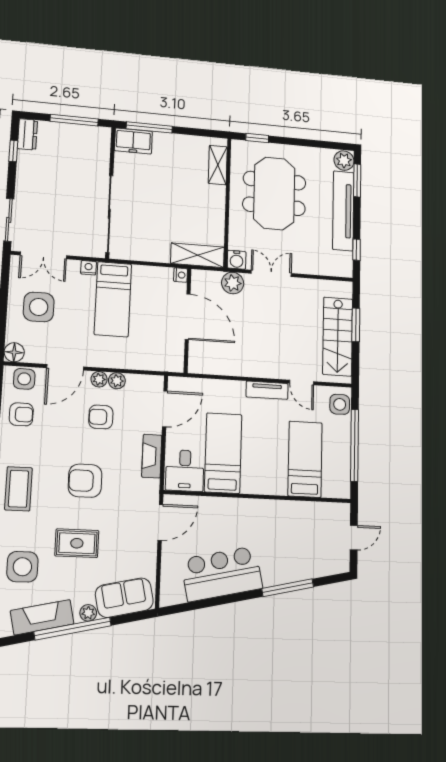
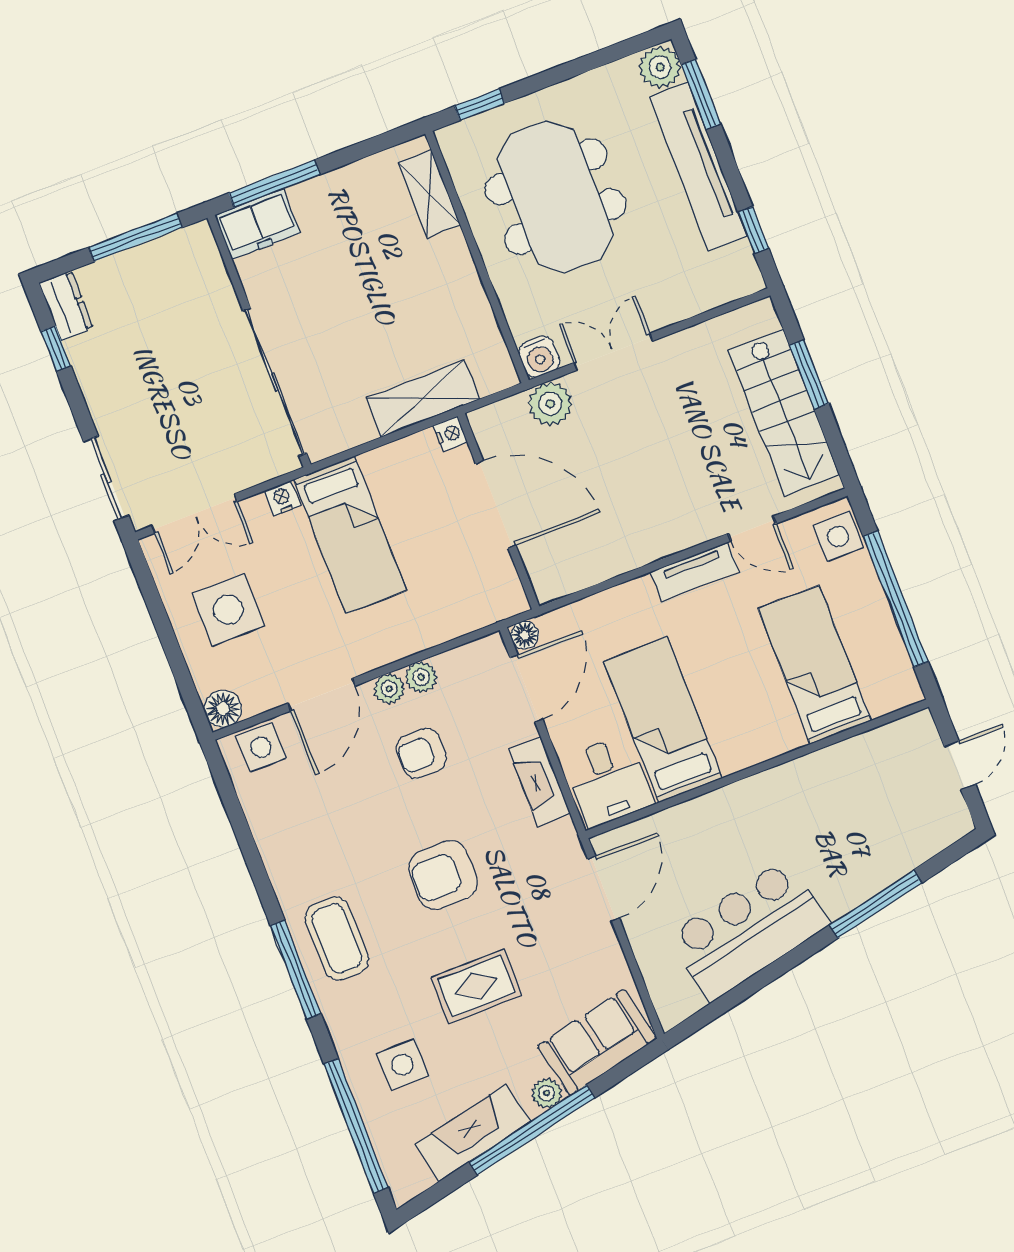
shelving: (197, 255) -> (423, 399), moved
floor lamp: (175, 383) -> (525, 635), added
armchair: (21, 414) -> (284, 810), removed
side table: (22, 567) -> (402, 1065), width x0.73, depth x0.73

